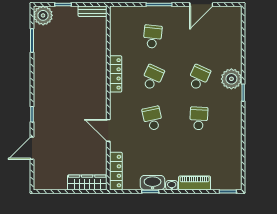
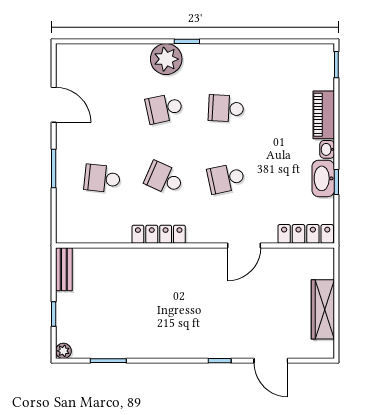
plant: (43, 15) -> (63, 351), width x0.53, depth x0.53
school desk: (199, 77) -> (164, 108), turned -36
wardrobe: (87, 182) -> (323, 309), moved

